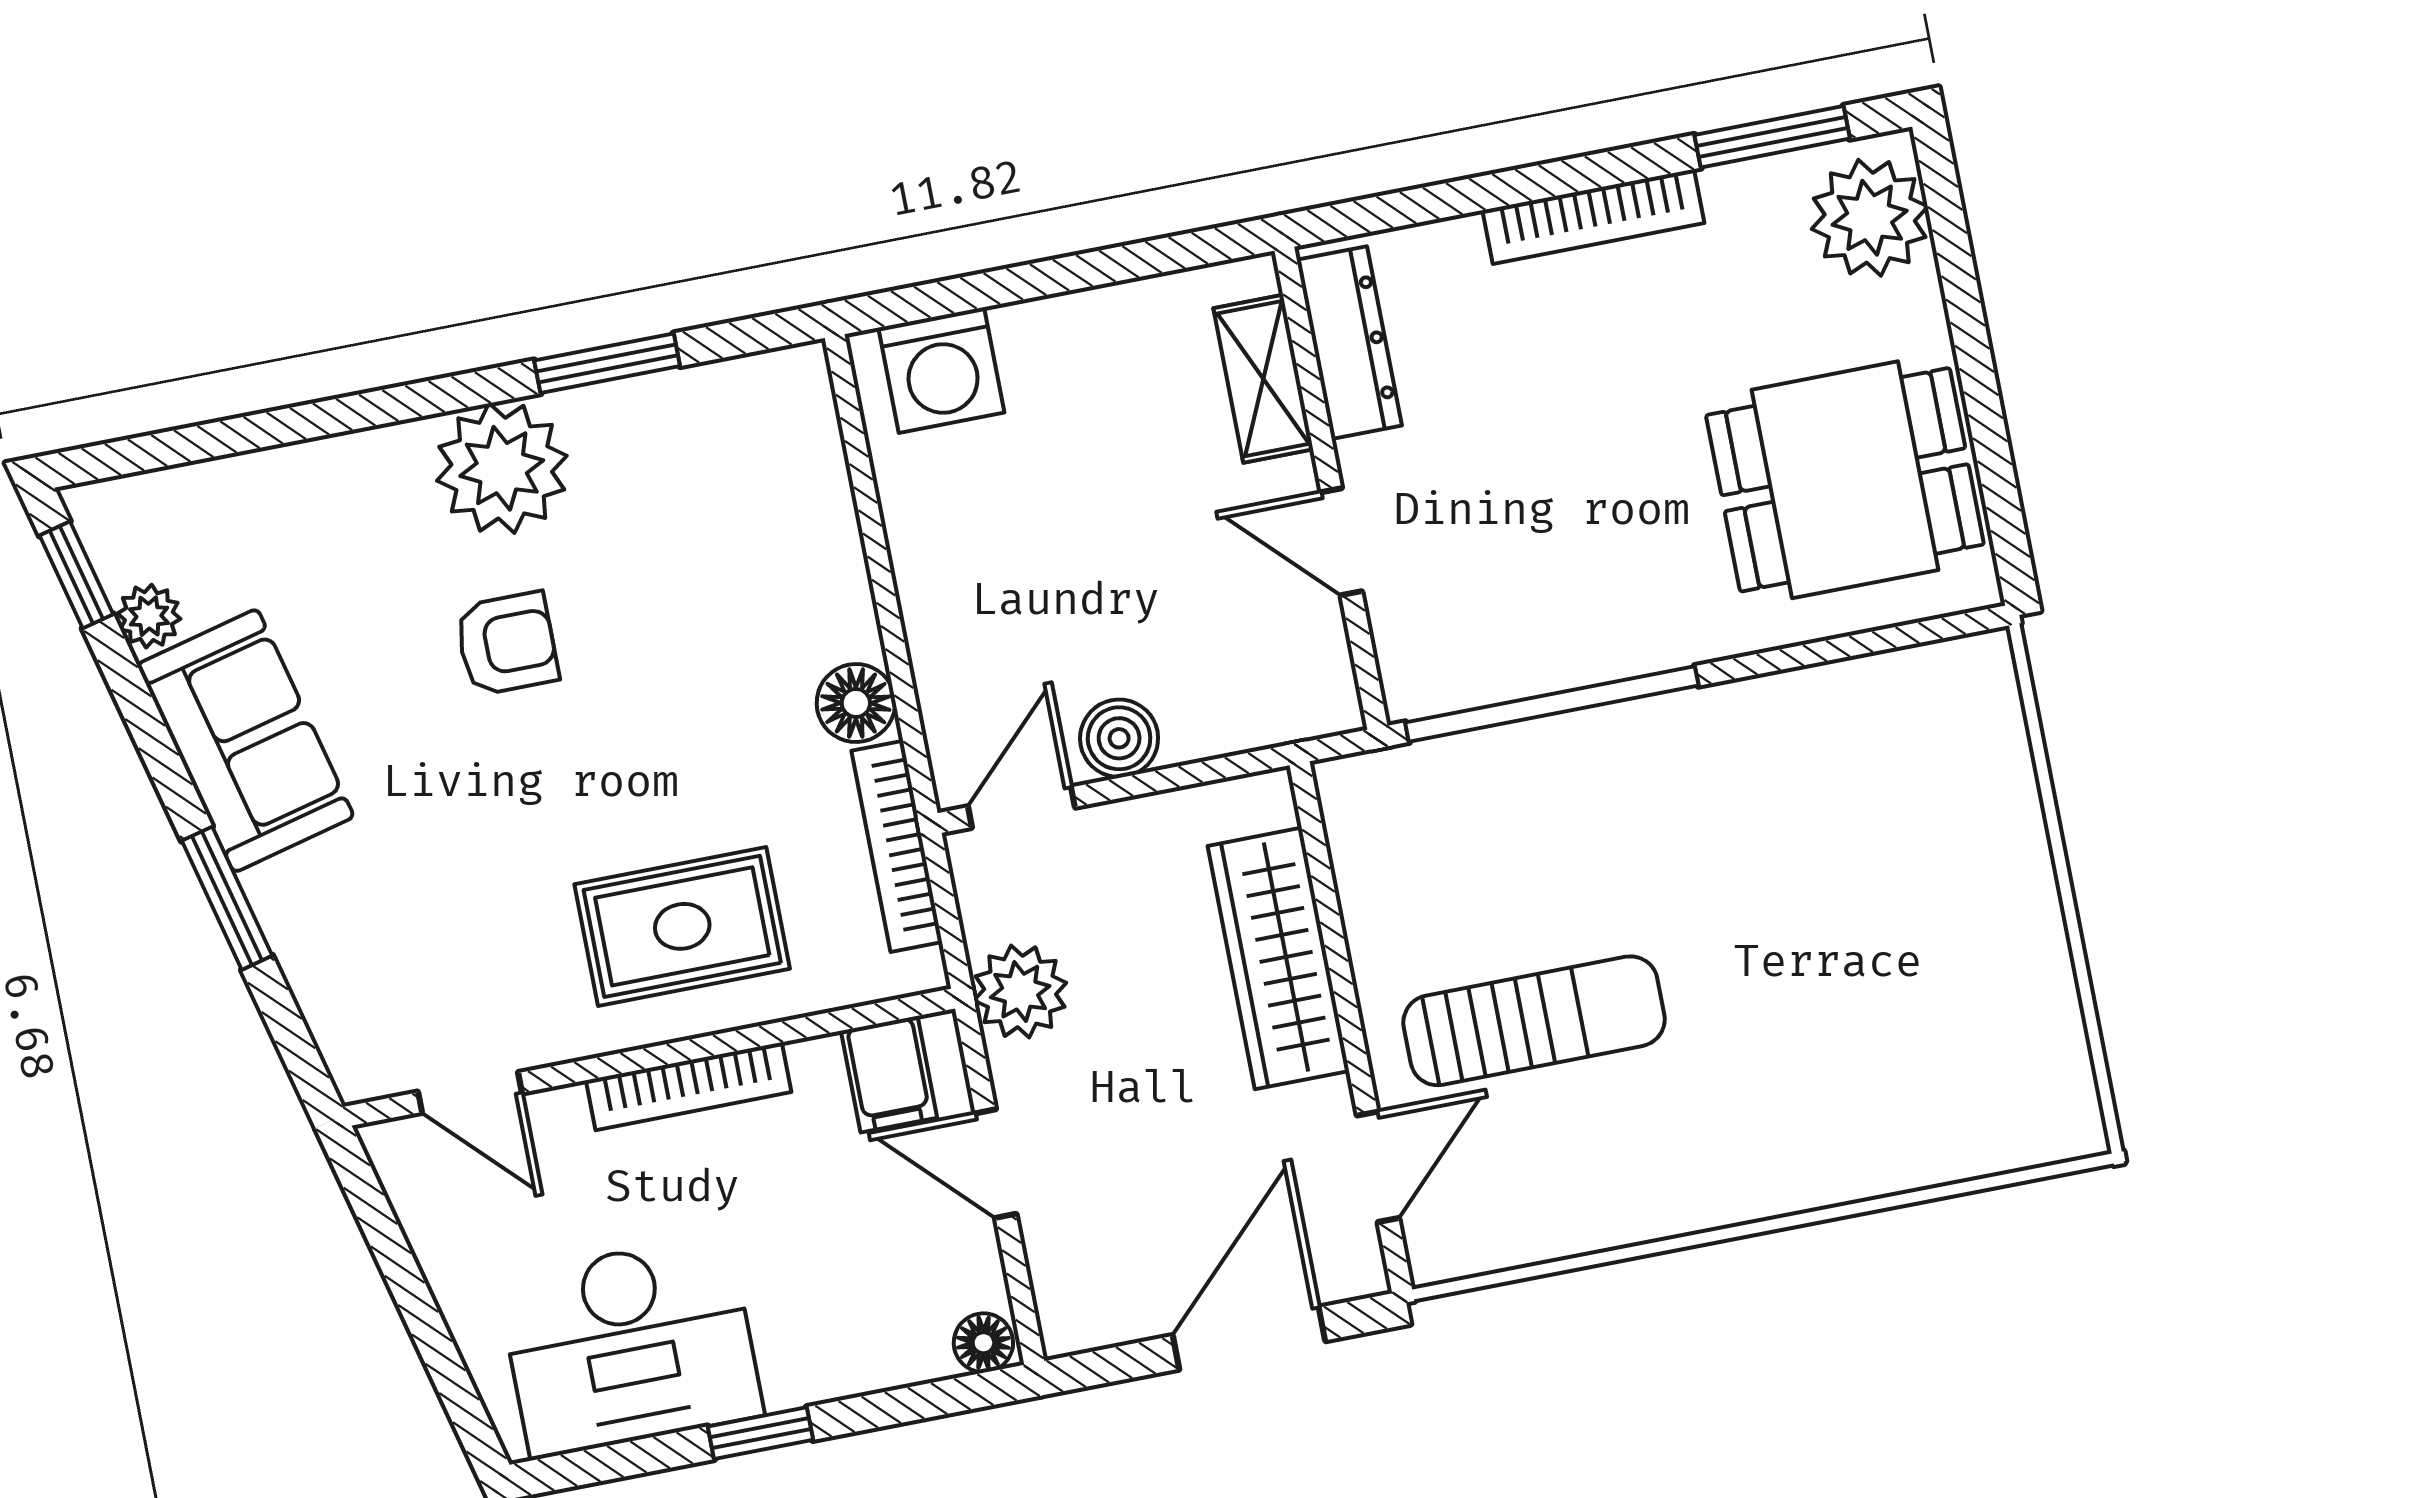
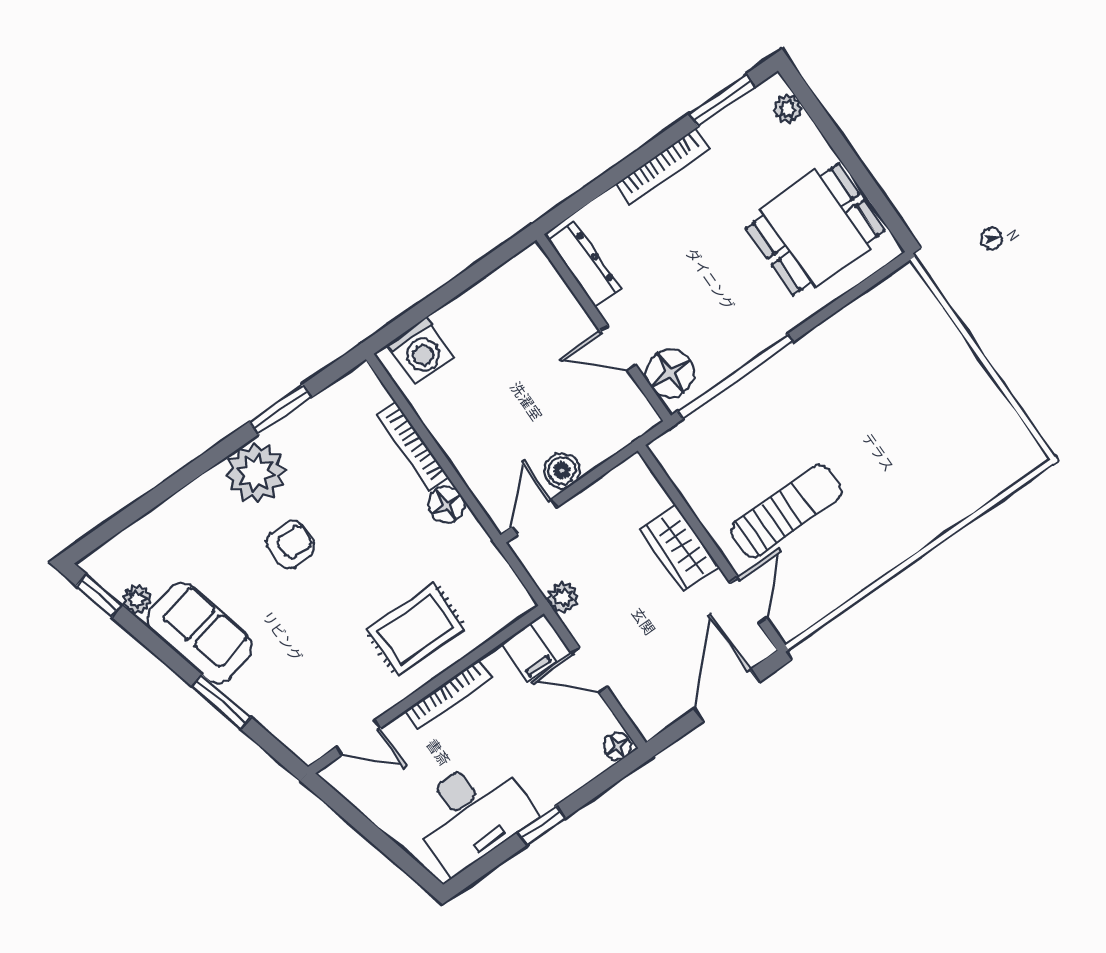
plant: (1870, 218) -> (788, 109), width x0.53, depth x0.53
shelving: (1263, 379) -> (555, 295), removed
floor lamp: (1424, 639) -> (670, 373), added
bookcase: (897, 846) -> (412, 446), moved
wardrobe: (1278, 958) -> (680, 548), width x0.67
plant: (1020, 992) -> (563, 597), width x0.73, depth x0.73

